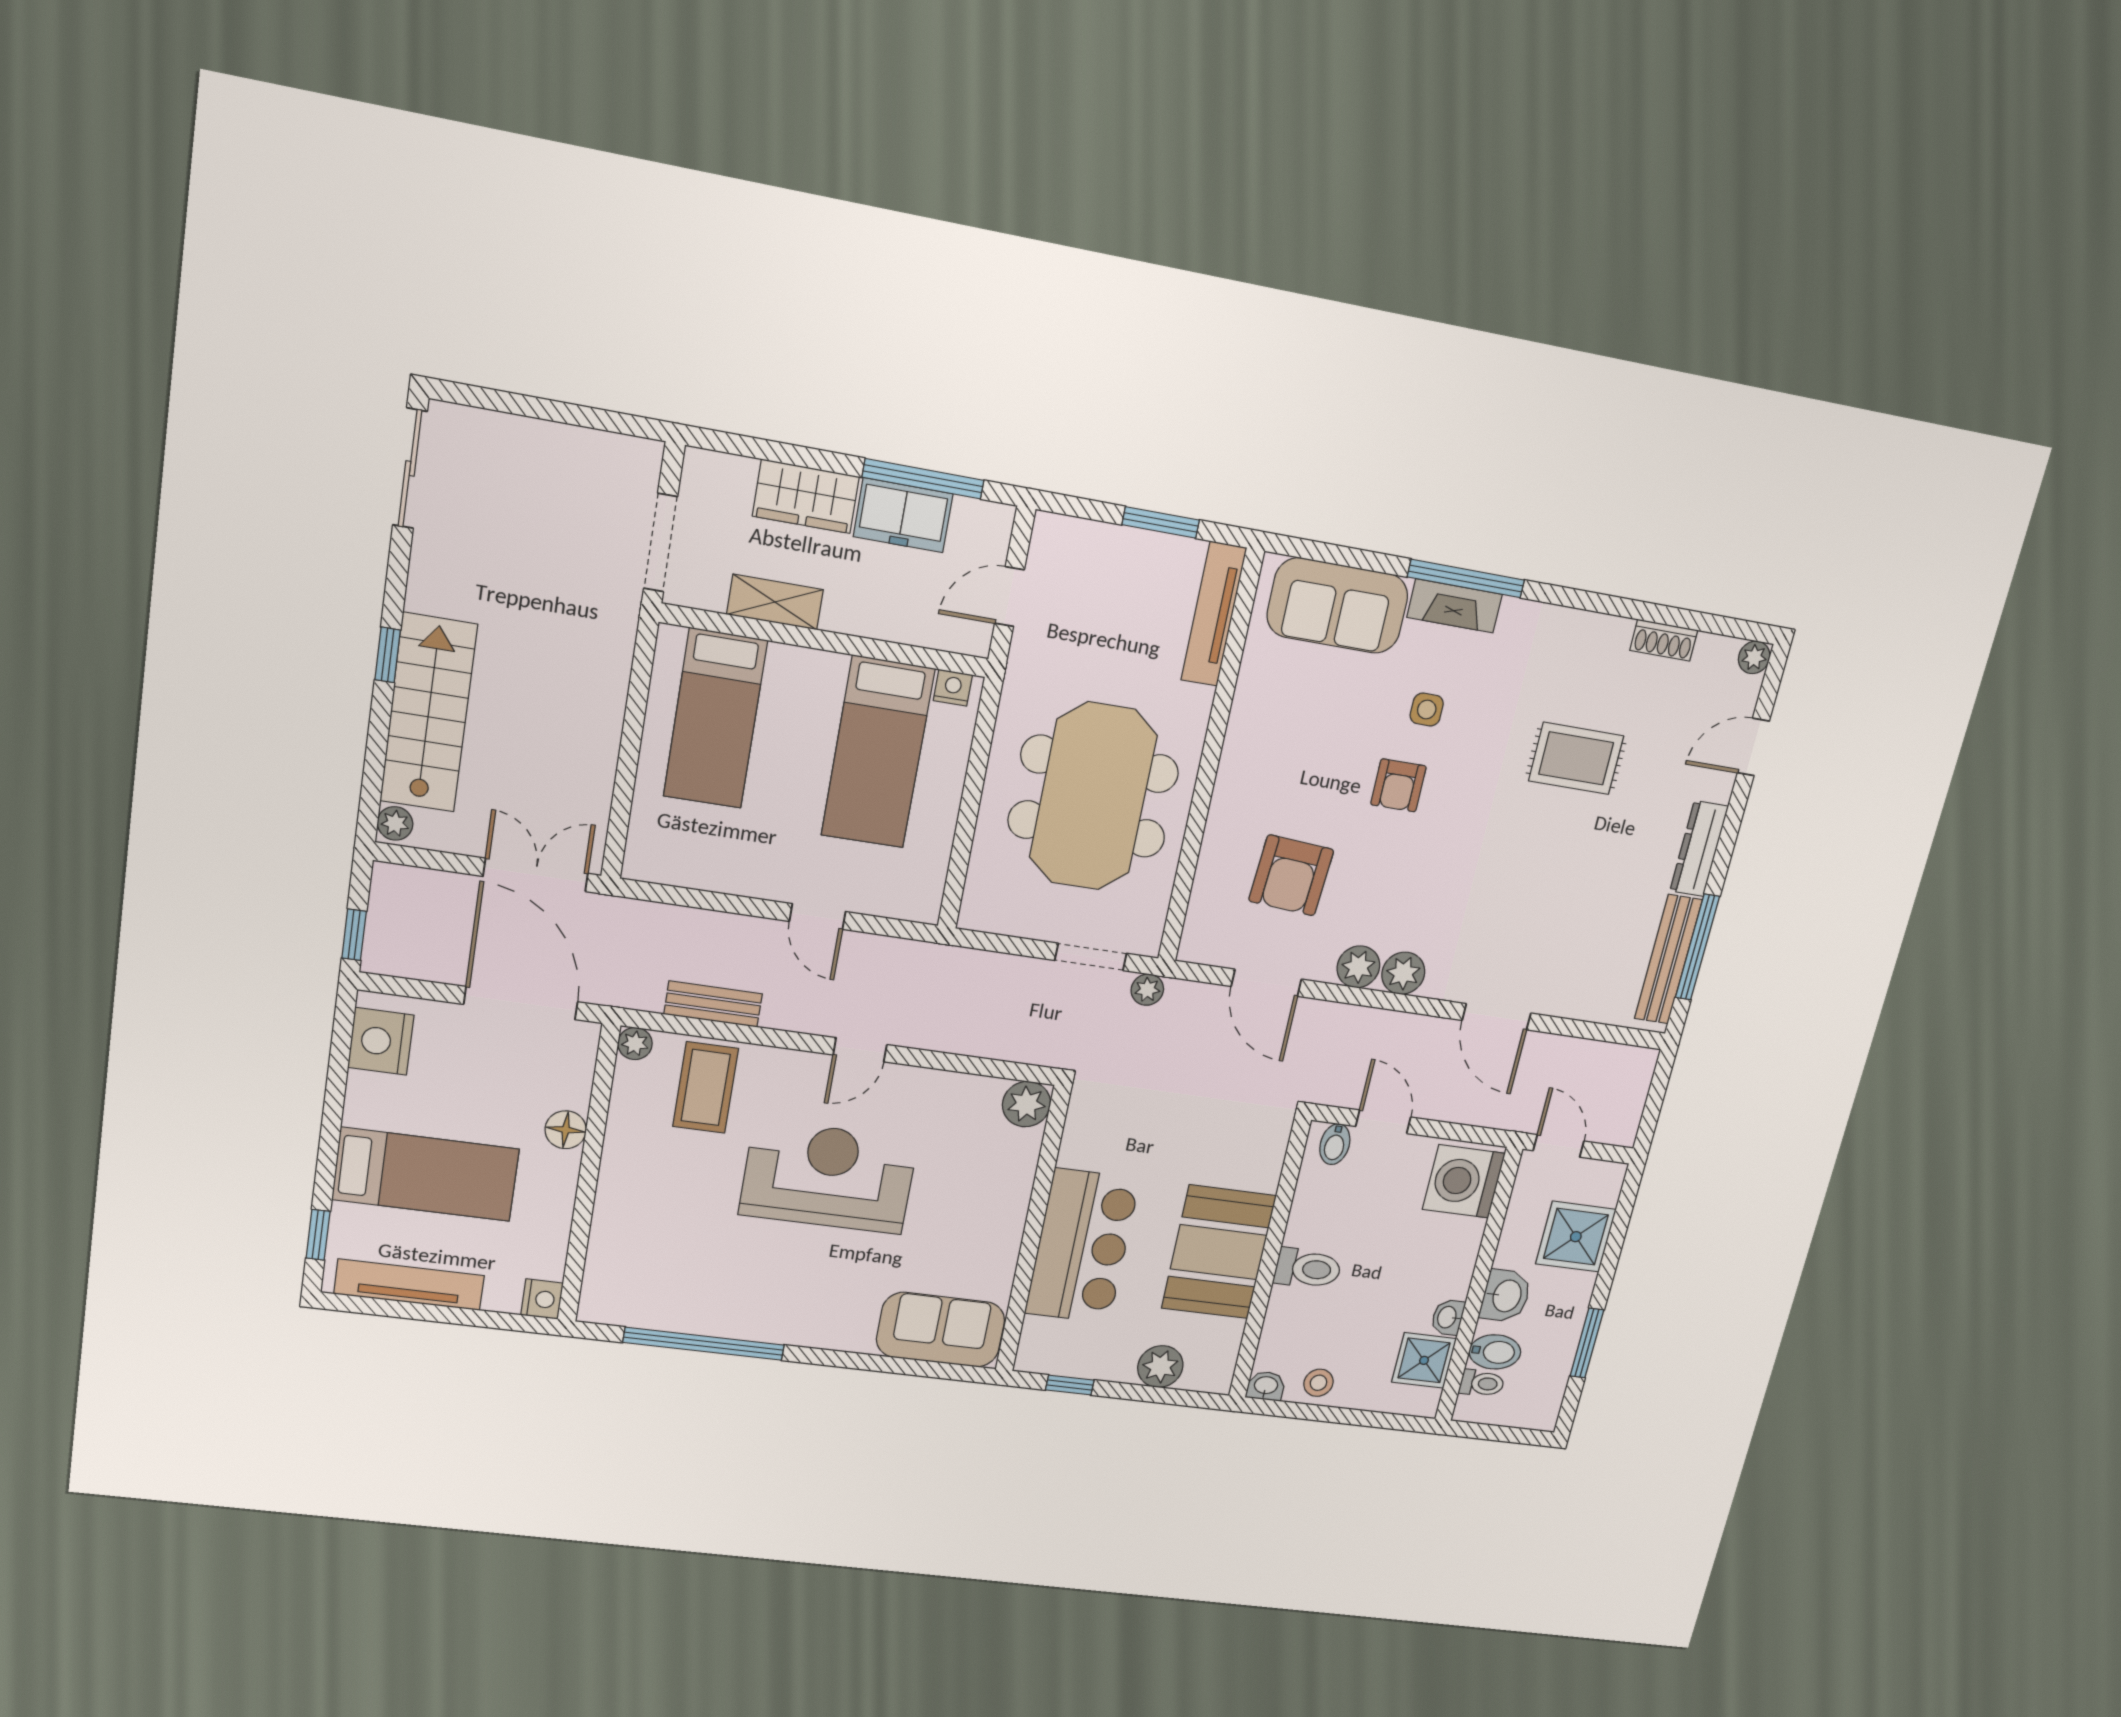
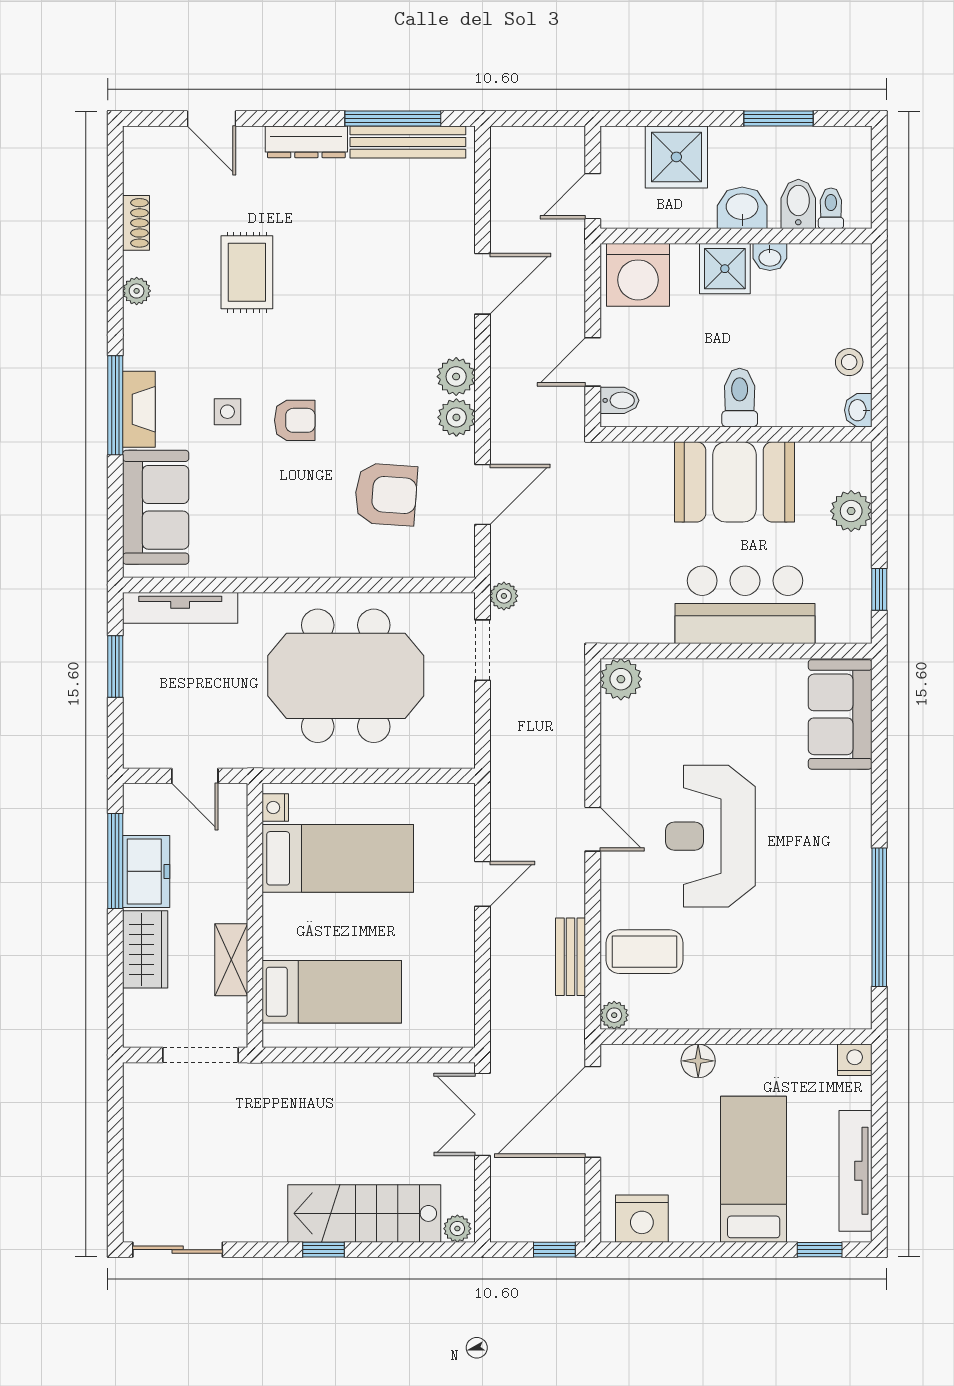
plant: (1754, 657) -> (137, 291), moved
shower: (1424, 1360) -> (725, 269), moved

